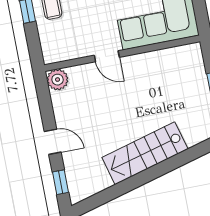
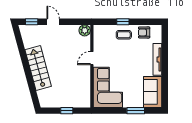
door: (53, 142) -> (53, 22), swing flipped

